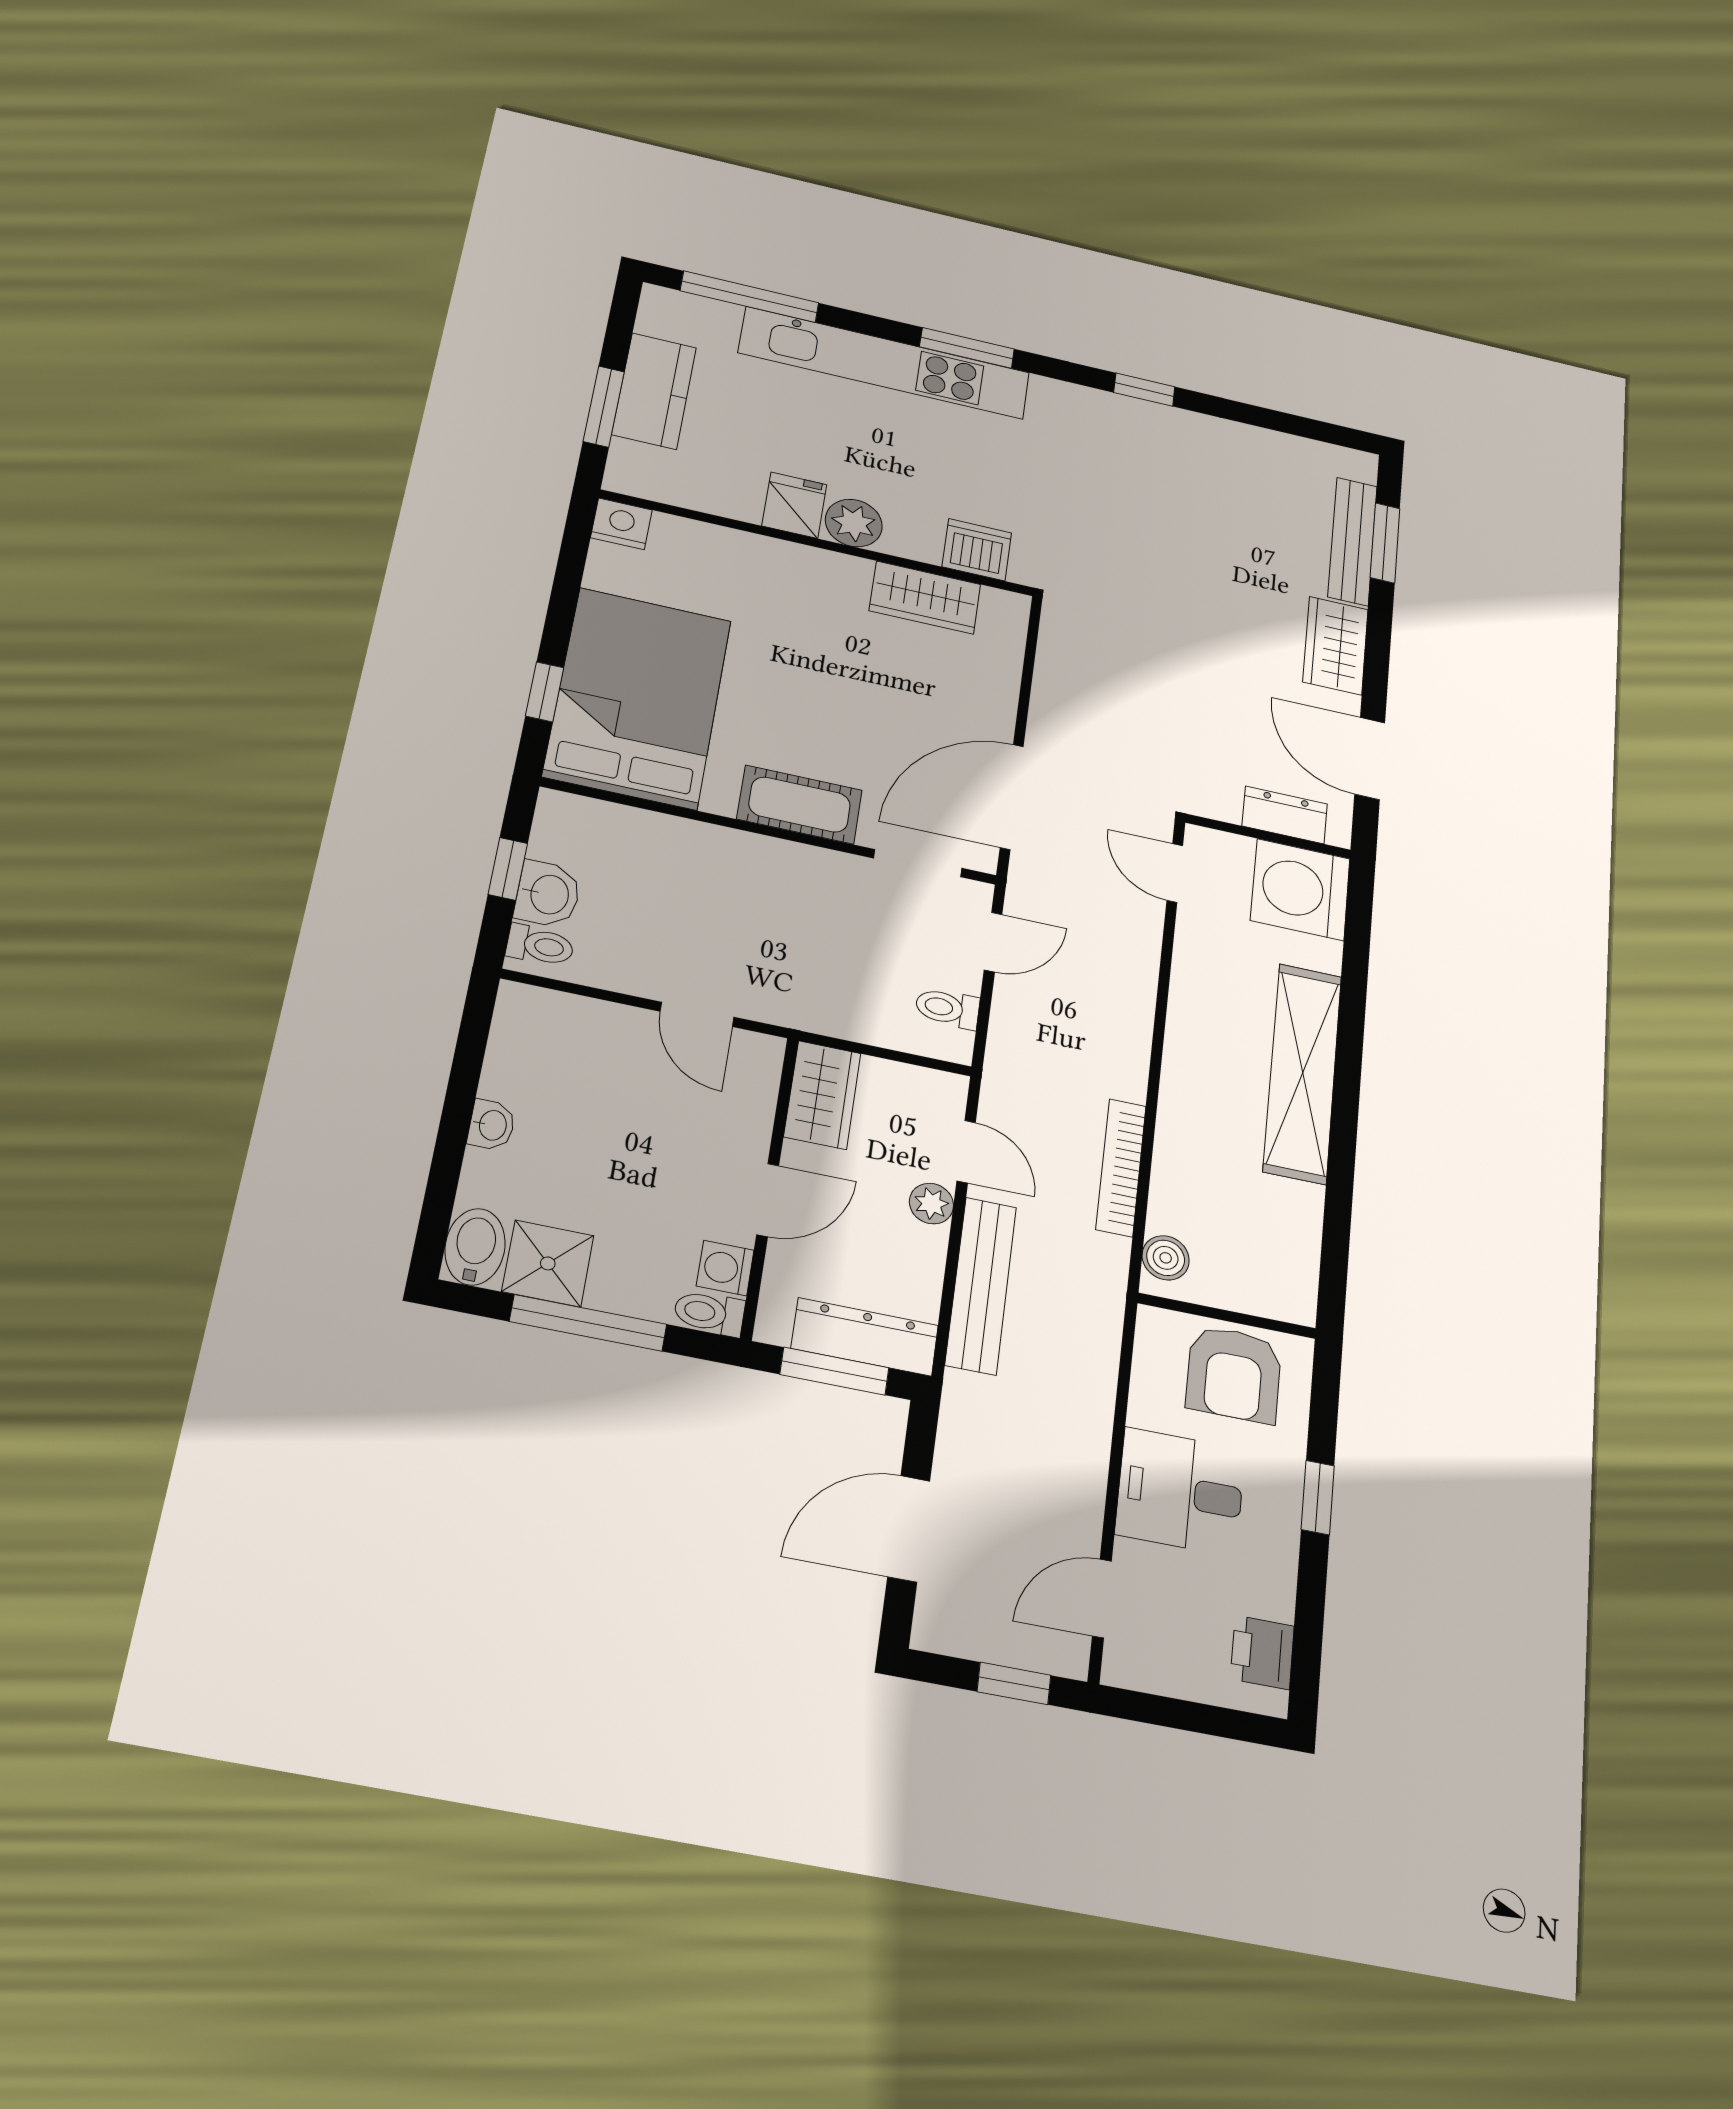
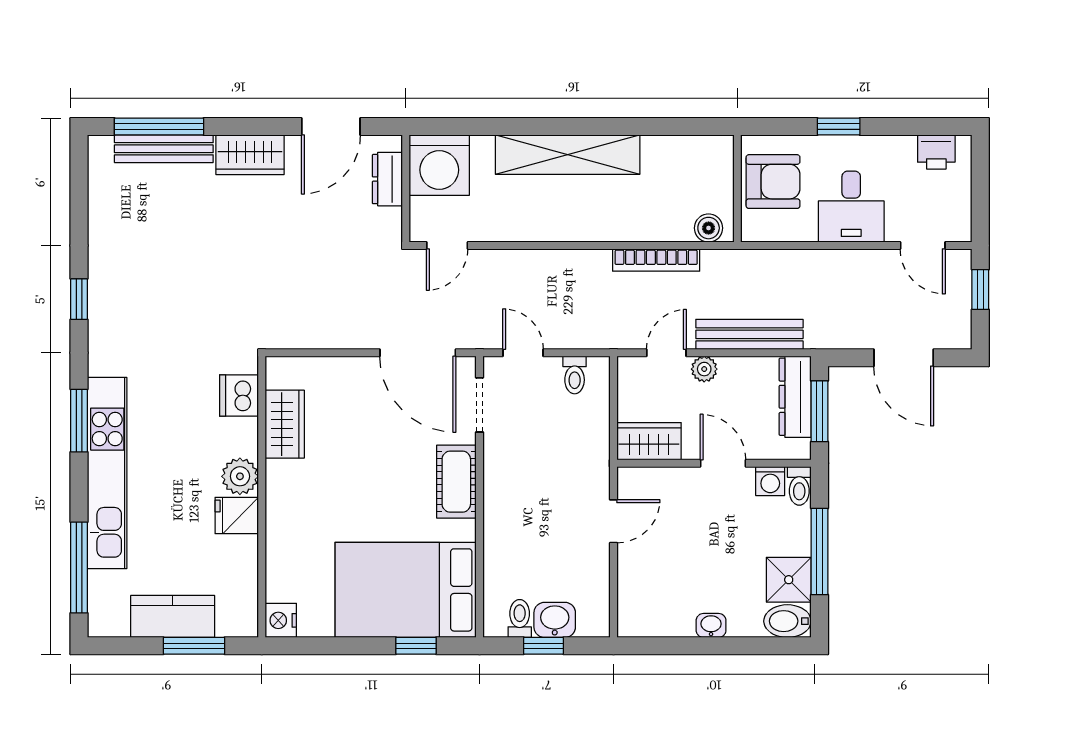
window: (1385, 543) -> (159, 127), width x1.44
toilet: (540, 945) -> (520, 619), moved

